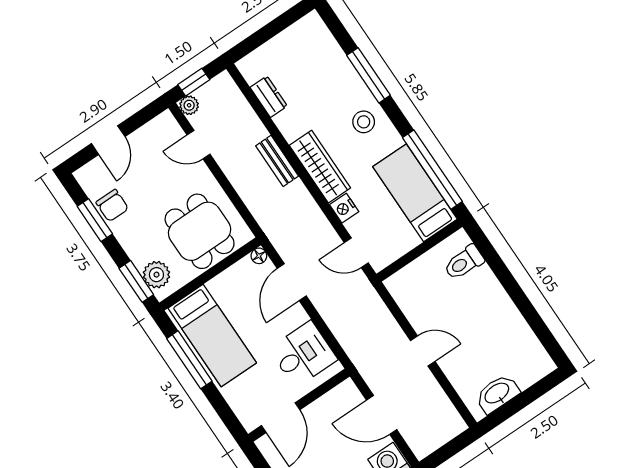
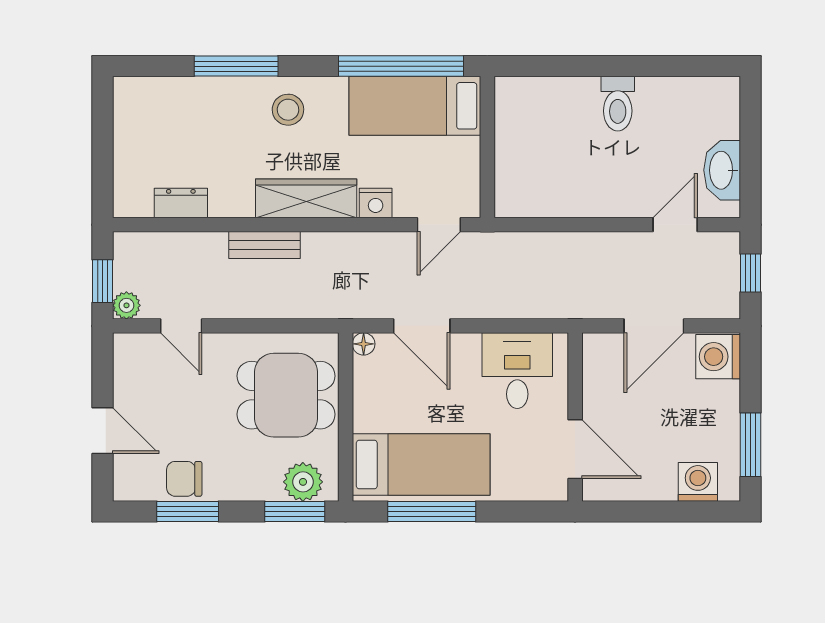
door: (199, 145) -> (181, 326), hinge flipped
chair: (112, 205) -> (184, 479), turned 180
toilet: (464, 262) -> (618, 104), moved
door: (423, 351) -> (675, 225), moved
window: (449, 450) -> (750, 273), added

